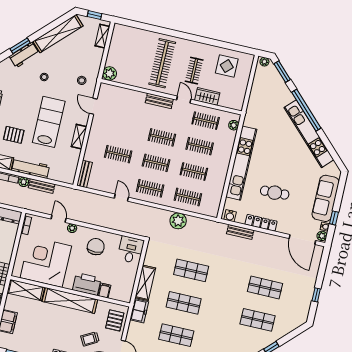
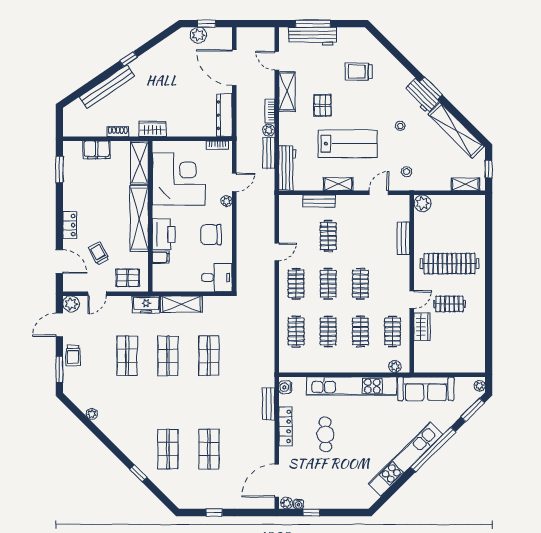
display table: (227, 66) -> (464, 342), removed
bench: (159, 101) -> (403, 238), moved
workbench: (31, 168) -> (287, 168), moved
bench: (85, 174) -> (319, 201), moved
sofa: (326, 198) -> (426, 389), moved, turned 180
plant: (178, 221) -> (265, 326), removed
chair: (96, 247) -> (211, 235), turned 180

